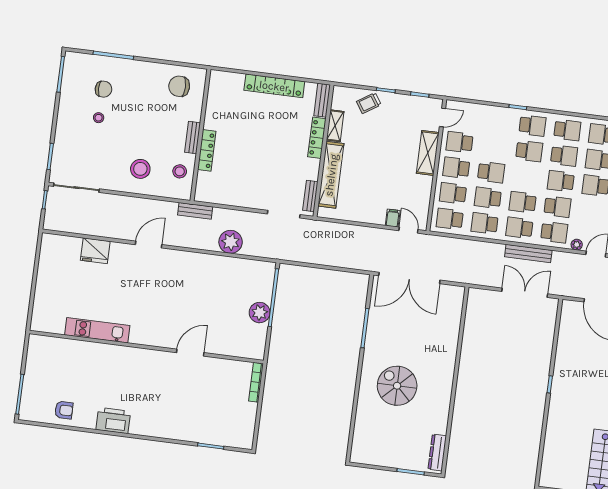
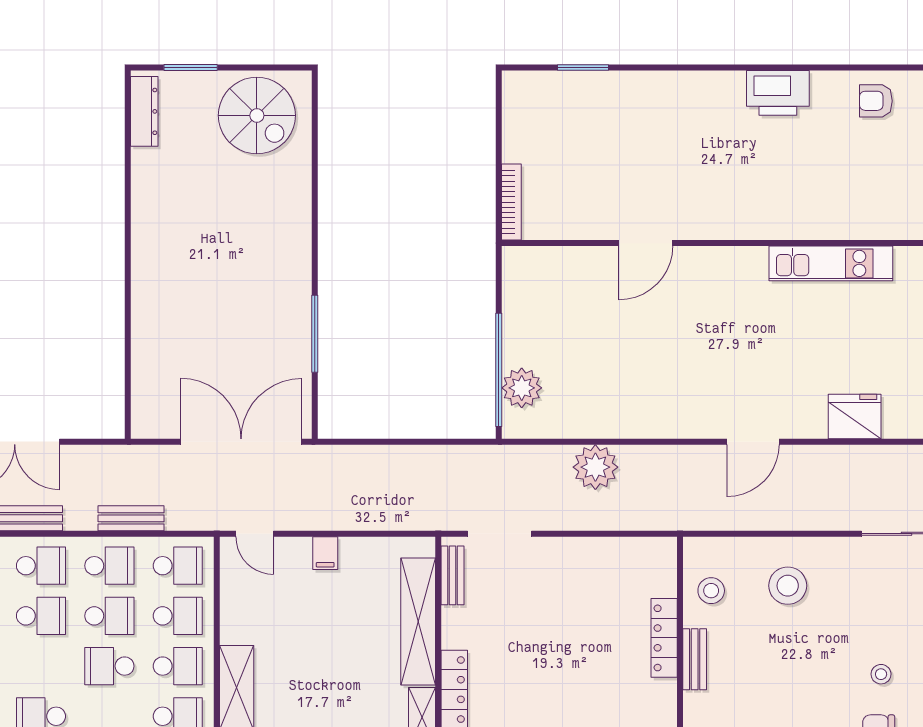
bench: (195, 211) -> (131, 518), moved
filing cabinet: (393, 218) -> (325, 553), moved
plant: (260, 313) -> (522, 388), moved
spiral stairs: (397, 386) -> (257, 115), moved

